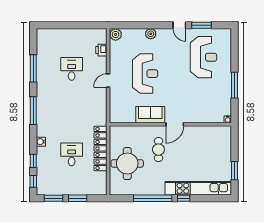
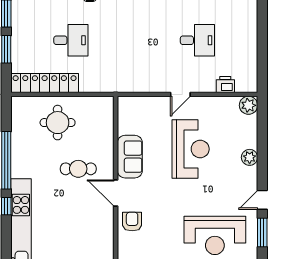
reception desk: (145, 74) -> (191, 149), turned -90
door: (108, 81) -> (180, 94), swing flipped
armchair: (194, 113) -> (132, 222), added
locker: (100, 148) -> (45, 83), moved
round table: (127, 163) -> (58, 123), width x0.73, depth x0.73

